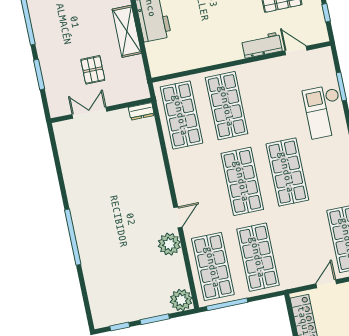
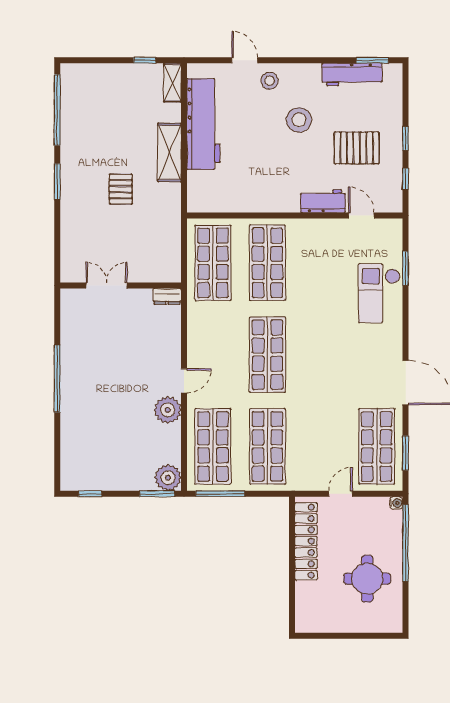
wall: (101, 110) -> (121, 286), moved
dresser: (141, 111) -> (167, 296), moved
double door: (89, 113) -> (106, 286), moved
shop shelf: (287, 172) -> (322, 355), removed
window: (155, 319) -> (157, 494), moved

